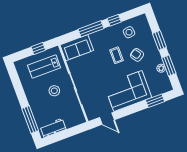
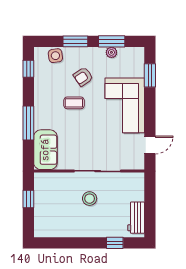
window: (114, 20) -> (28, 69), moved
side table: (129, 32) -> (55, 56), moved
lab bench: (44, 67) -> (54, 200), removed
window: (30, 120) -> (115, 243), width x0.46

